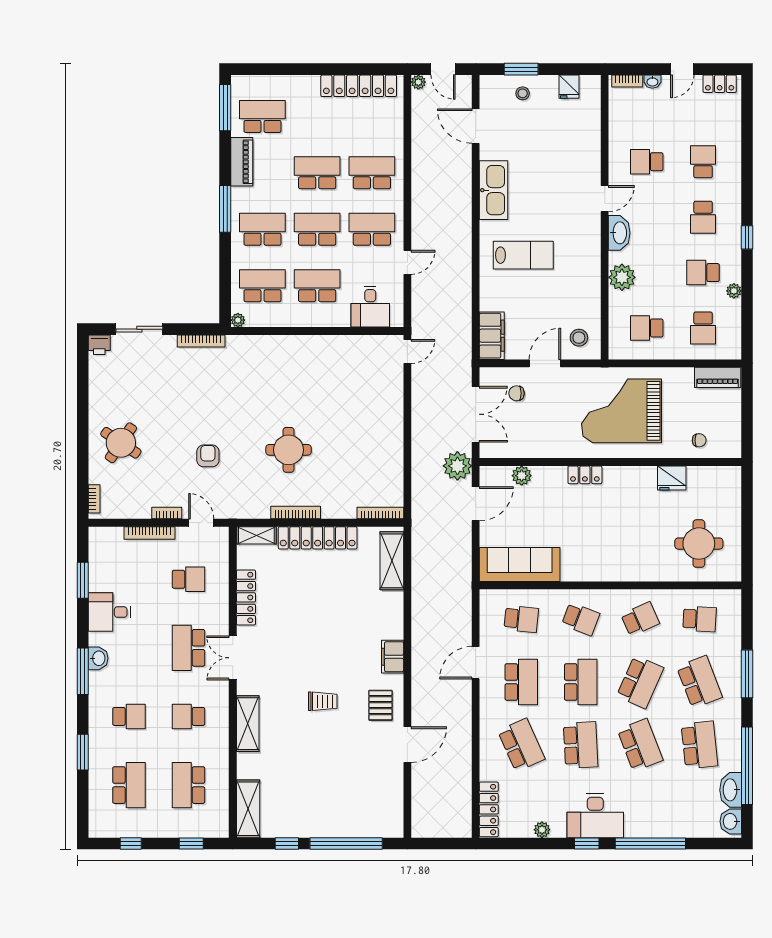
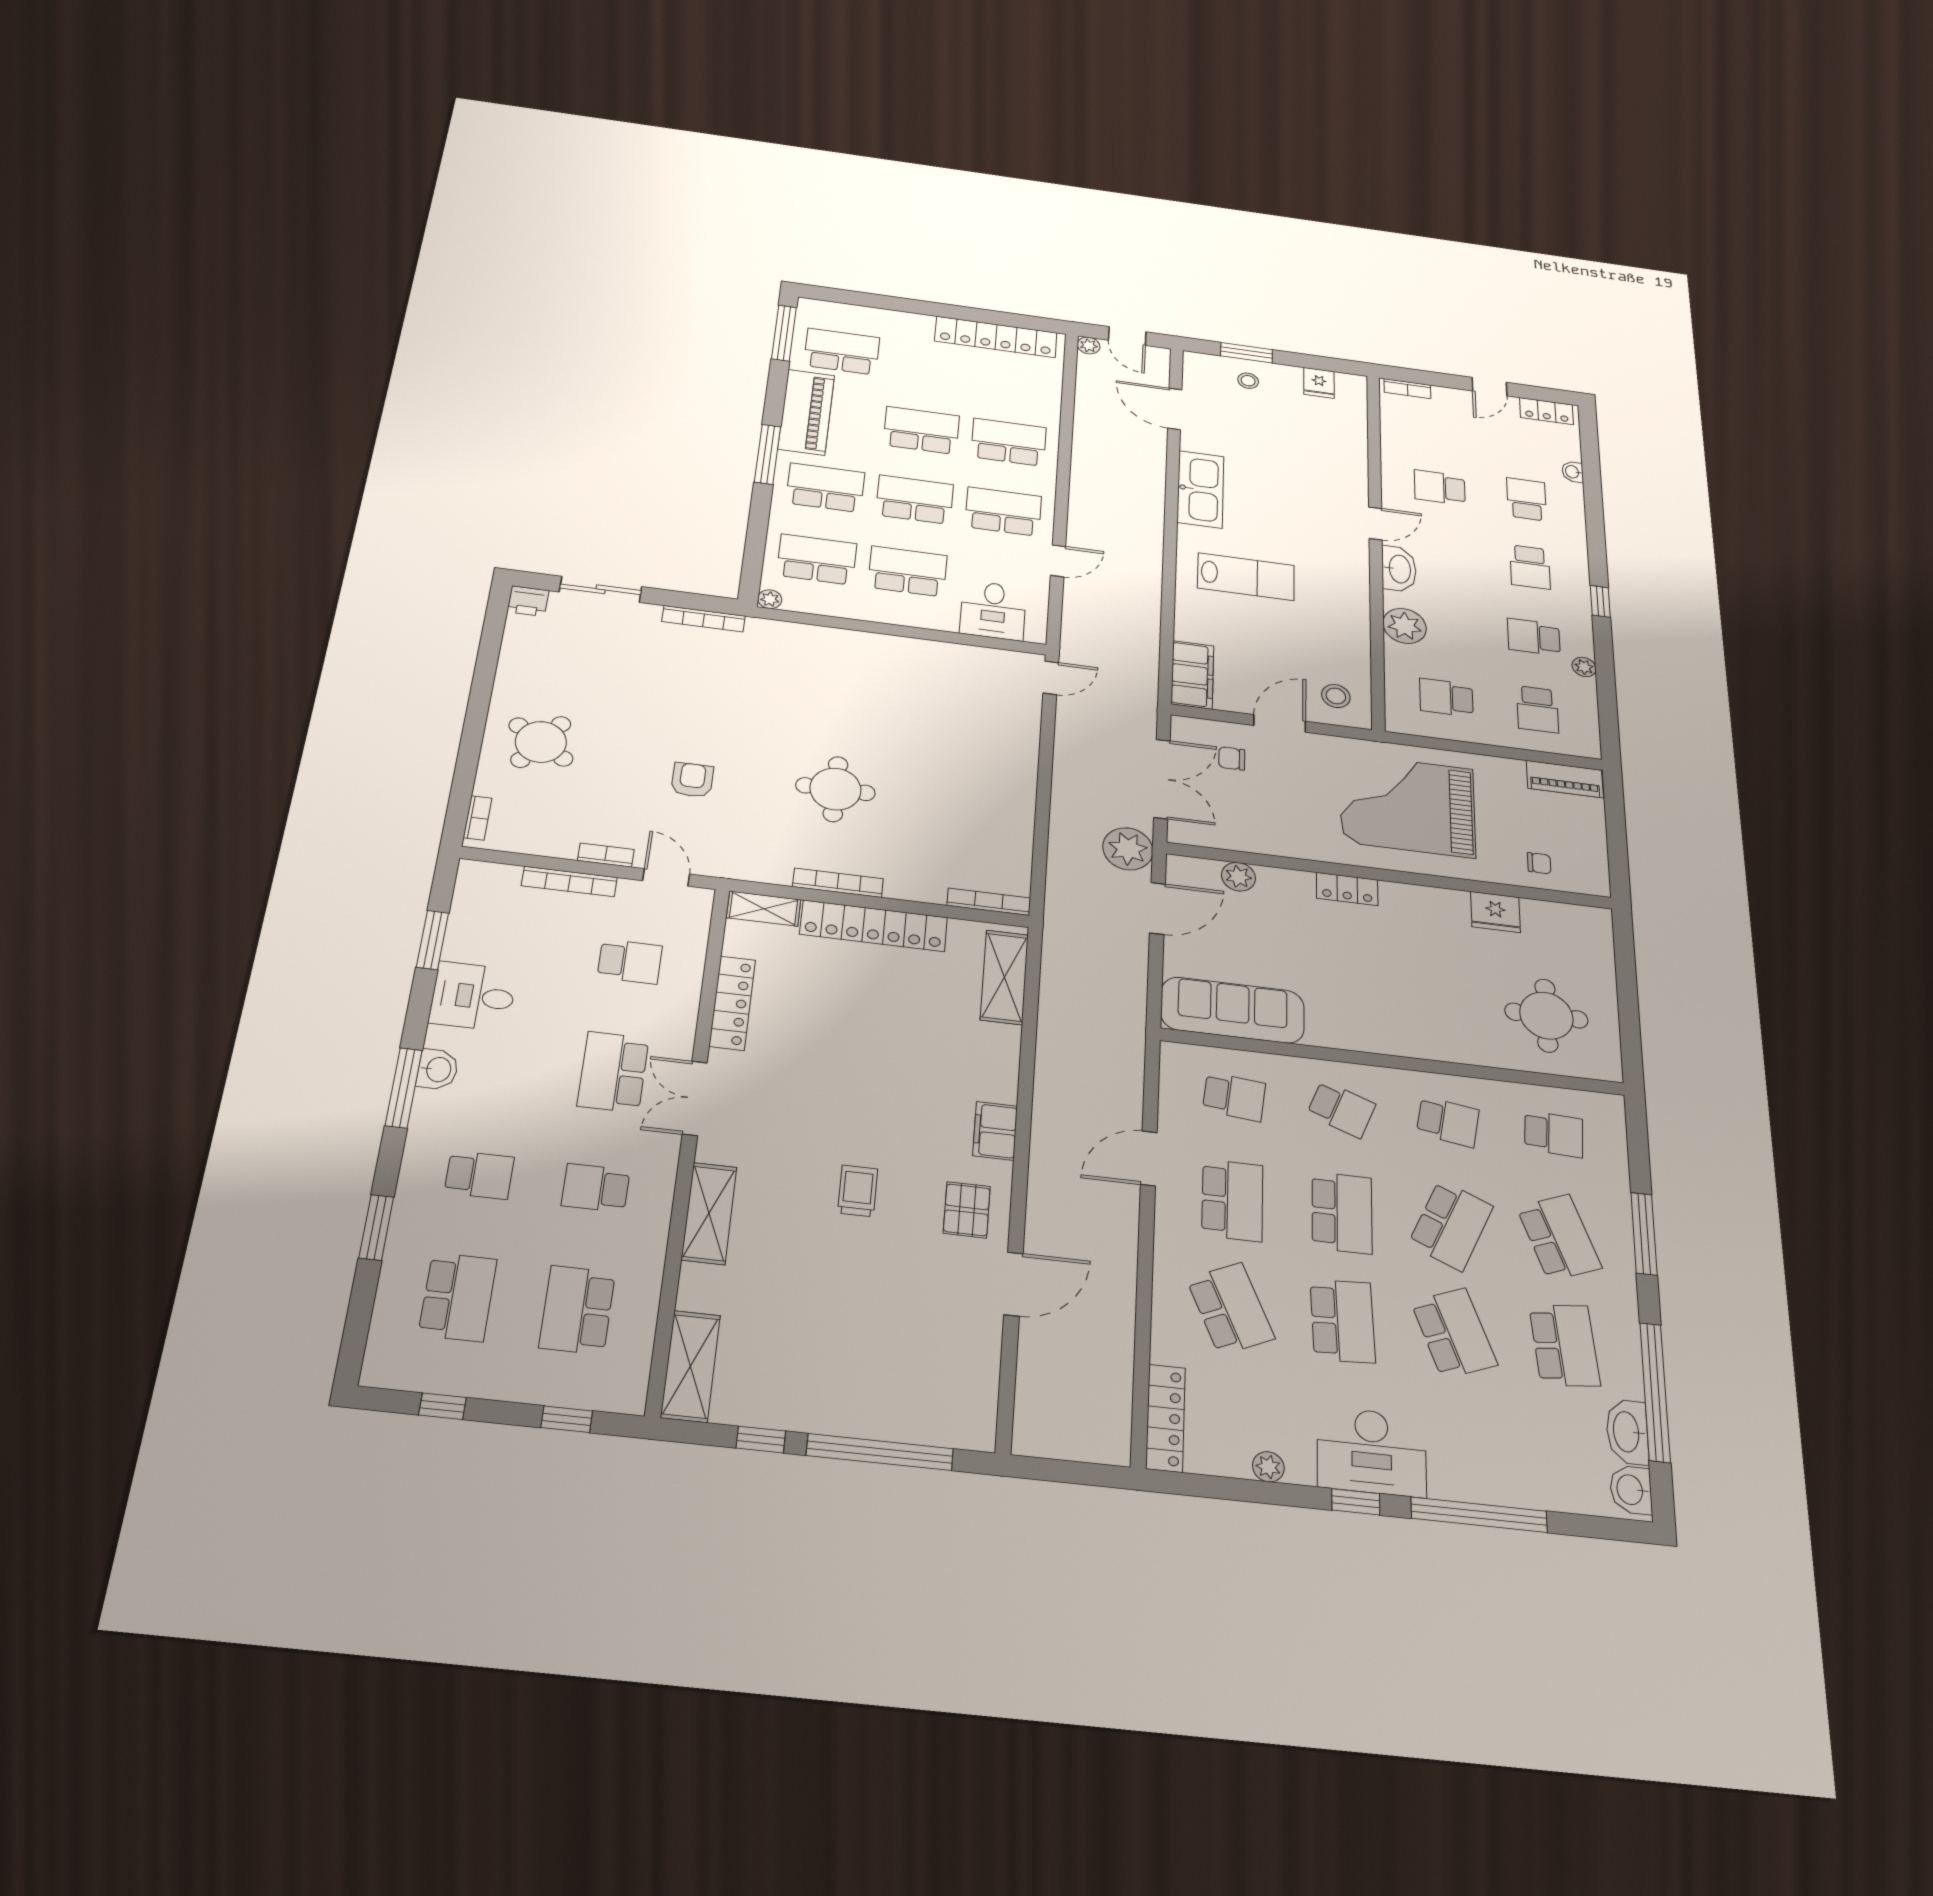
washbasin: (652, 82) -> (1573, 472), moved, turned 90
piano: (242, 162) -> (806, 412), width x1.37, depth x1.33
school desk: (640, 619) -> (1448, 1122), turned 33
trolley: (323, 701) -> (858, 1191), turned -90

